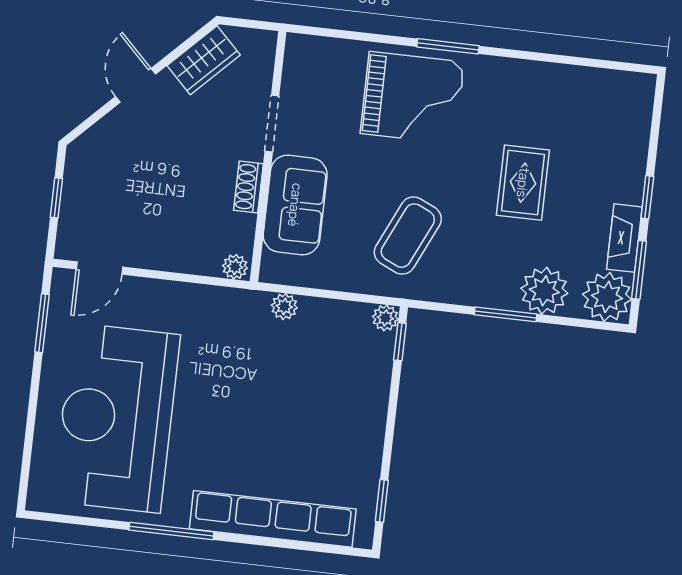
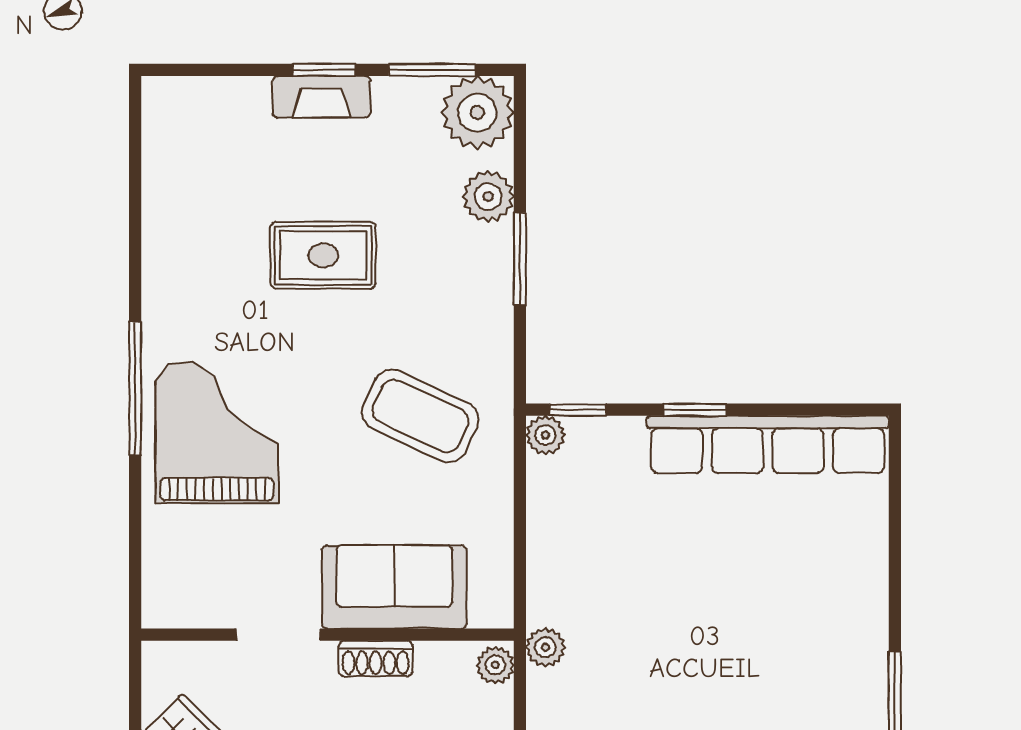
window: (448, 46) -> (135, 389), width x1.44
fireplace: (624, 238) -> (321, 97), moved
plant: (544, 291) -> (488, 196), width x0.73, depth x0.73
plant: (284, 306) -> (545, 647), moved
window: (382, 501) -> (695, 410), moved
row of seats: (273, 519) -> (768, 444), moved, turned -90

